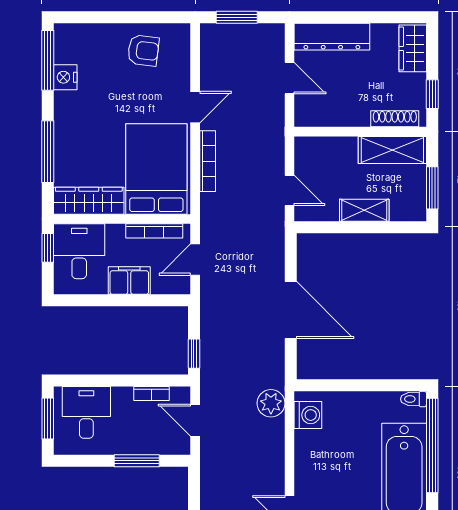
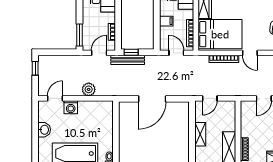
filing cabinet: (129, 281) -> (166, 21), width x0.50
bench: (210, 361) -> (128, 60), added
plant: (271, 403) -> (89, 89), moved
washing machine: (308, 415) -> (71, 107), moved
window: (137, 461) -> (79, 35), moved

